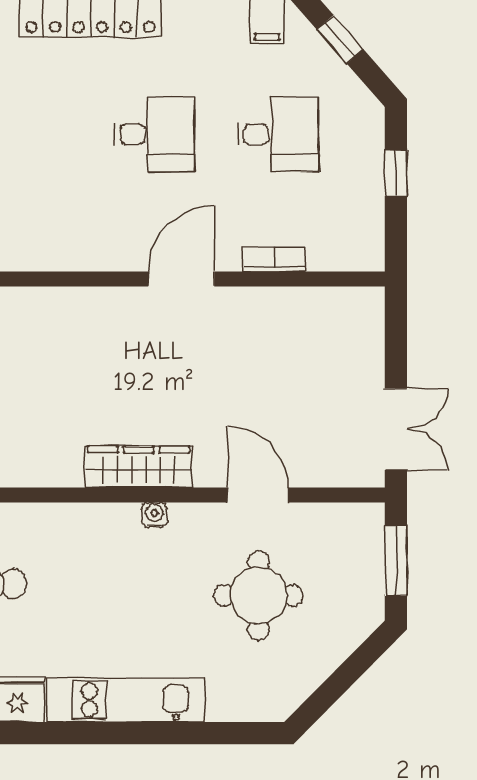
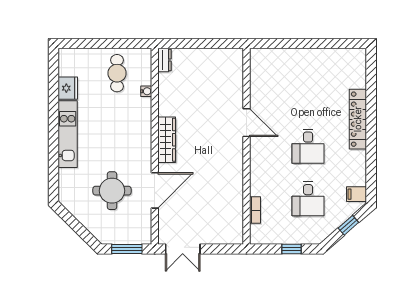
bookcase: (274, 259) -> (255, 210), moved
door: (181, 279) -> (247, 123), moved
door: (258, 495) -> (155, 190), width x1.36
water cooler: (154, 515) -> (146, 91), moved

